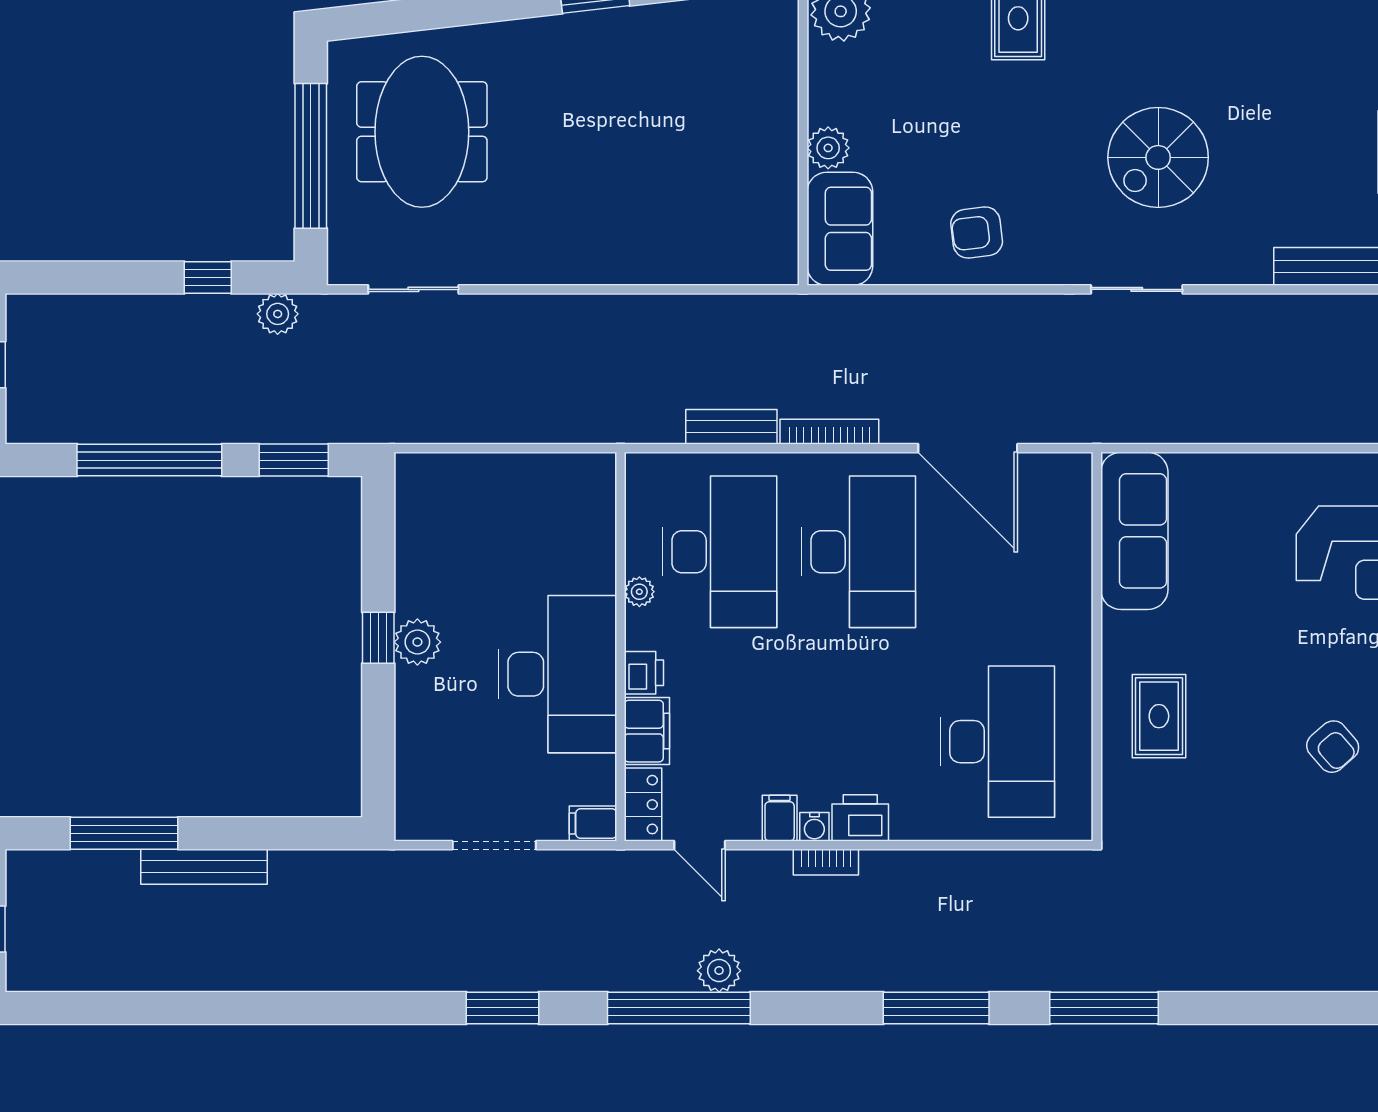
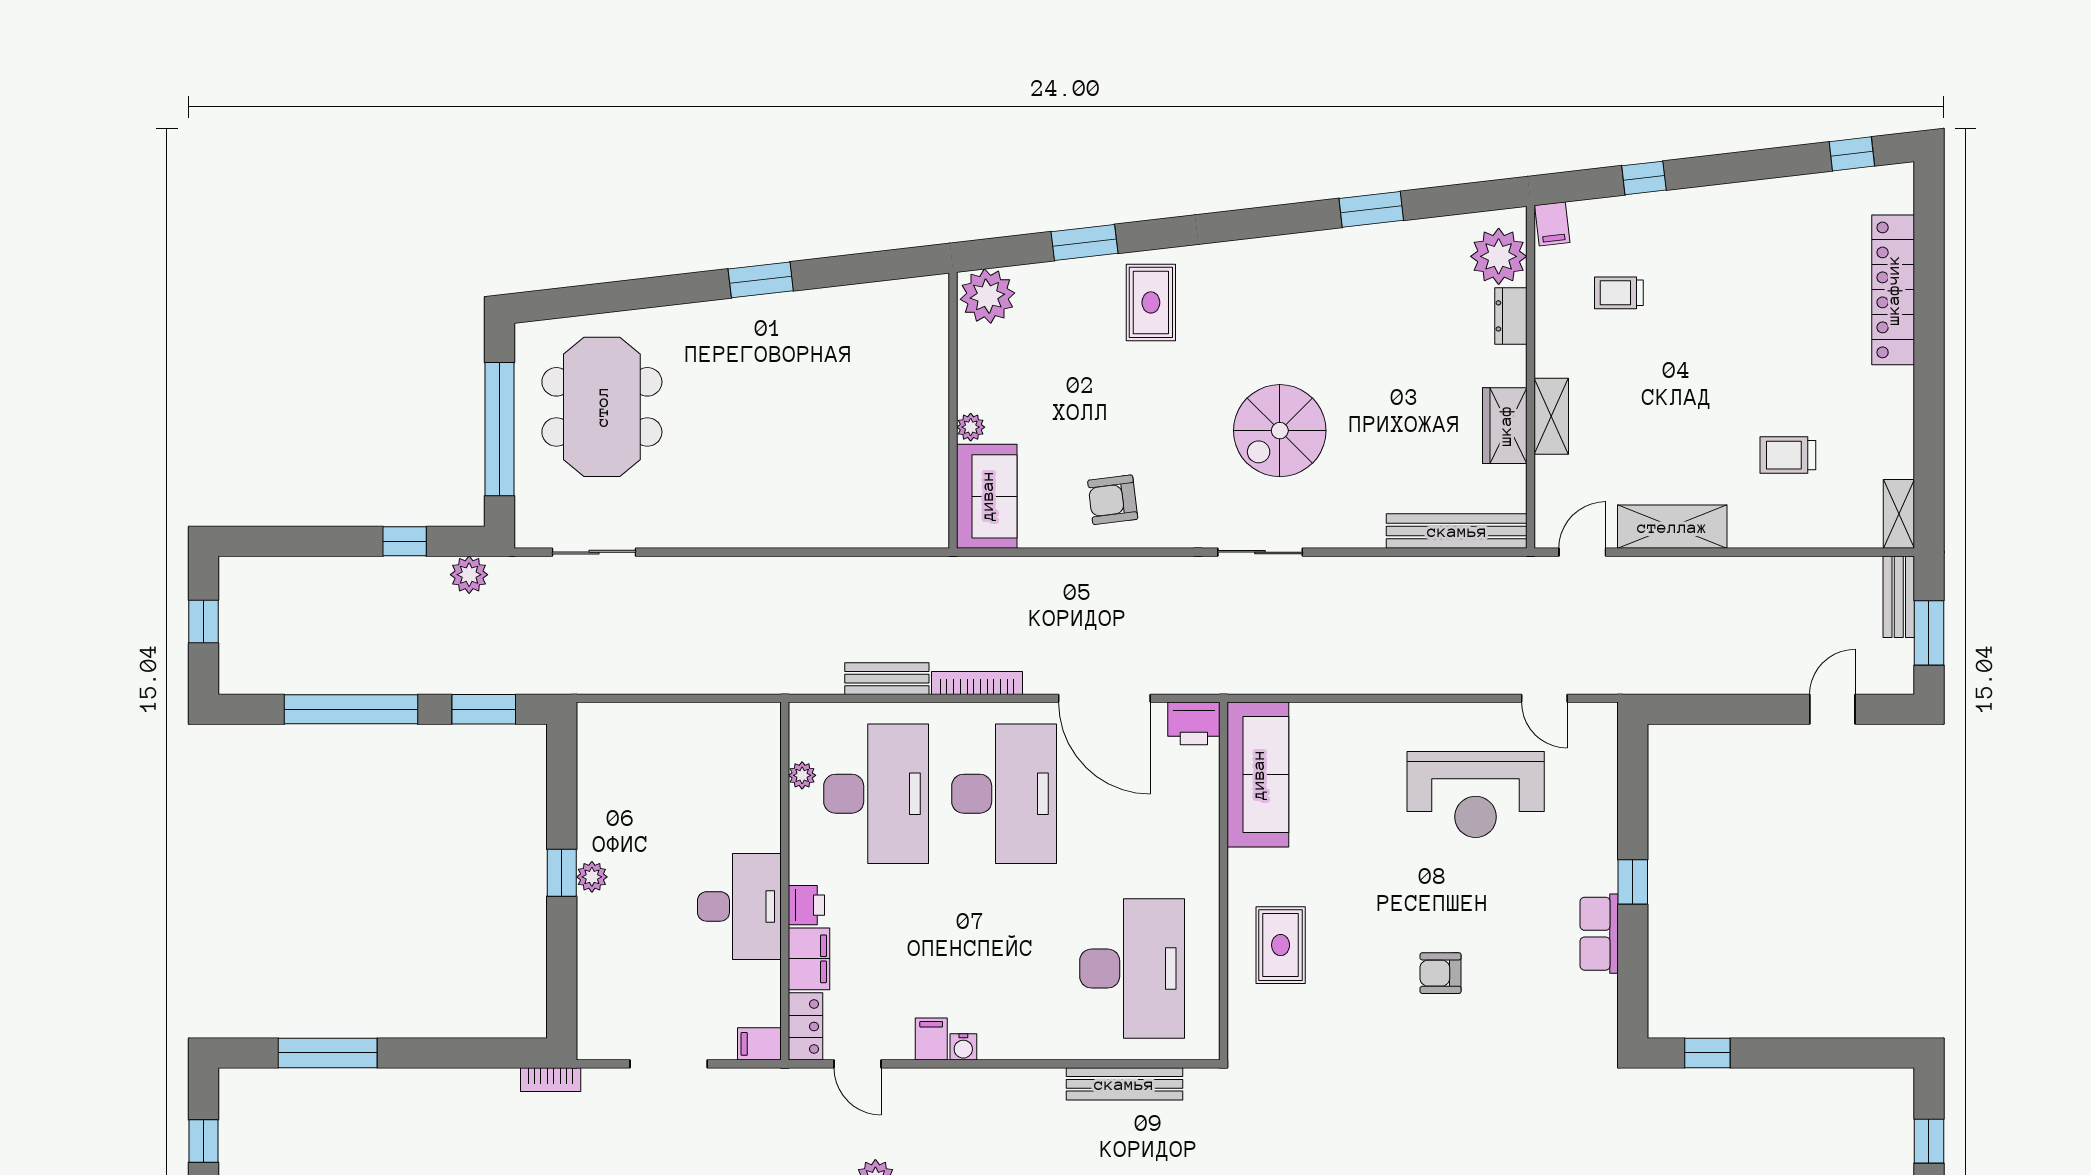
plant: (828, 148) -> (971, 427), width x0.73, depth x0.73
plant: (639, 592) -> (802, 775), moved
plant: (417, 642) -> (592, 877), width x0.73, depth x0.73
desk: (558, 674) -> (739, 906), width x0.73, depth x0.77
armchair: (1333, 747) -> (1441, 973), turned 131
printer: (860, 818) -> (1194, 723), moved, turned 180
bookcase: (826, 862) -> (551, 1080), moved
bench: (204, 867) -> (1124, 1084), moved

